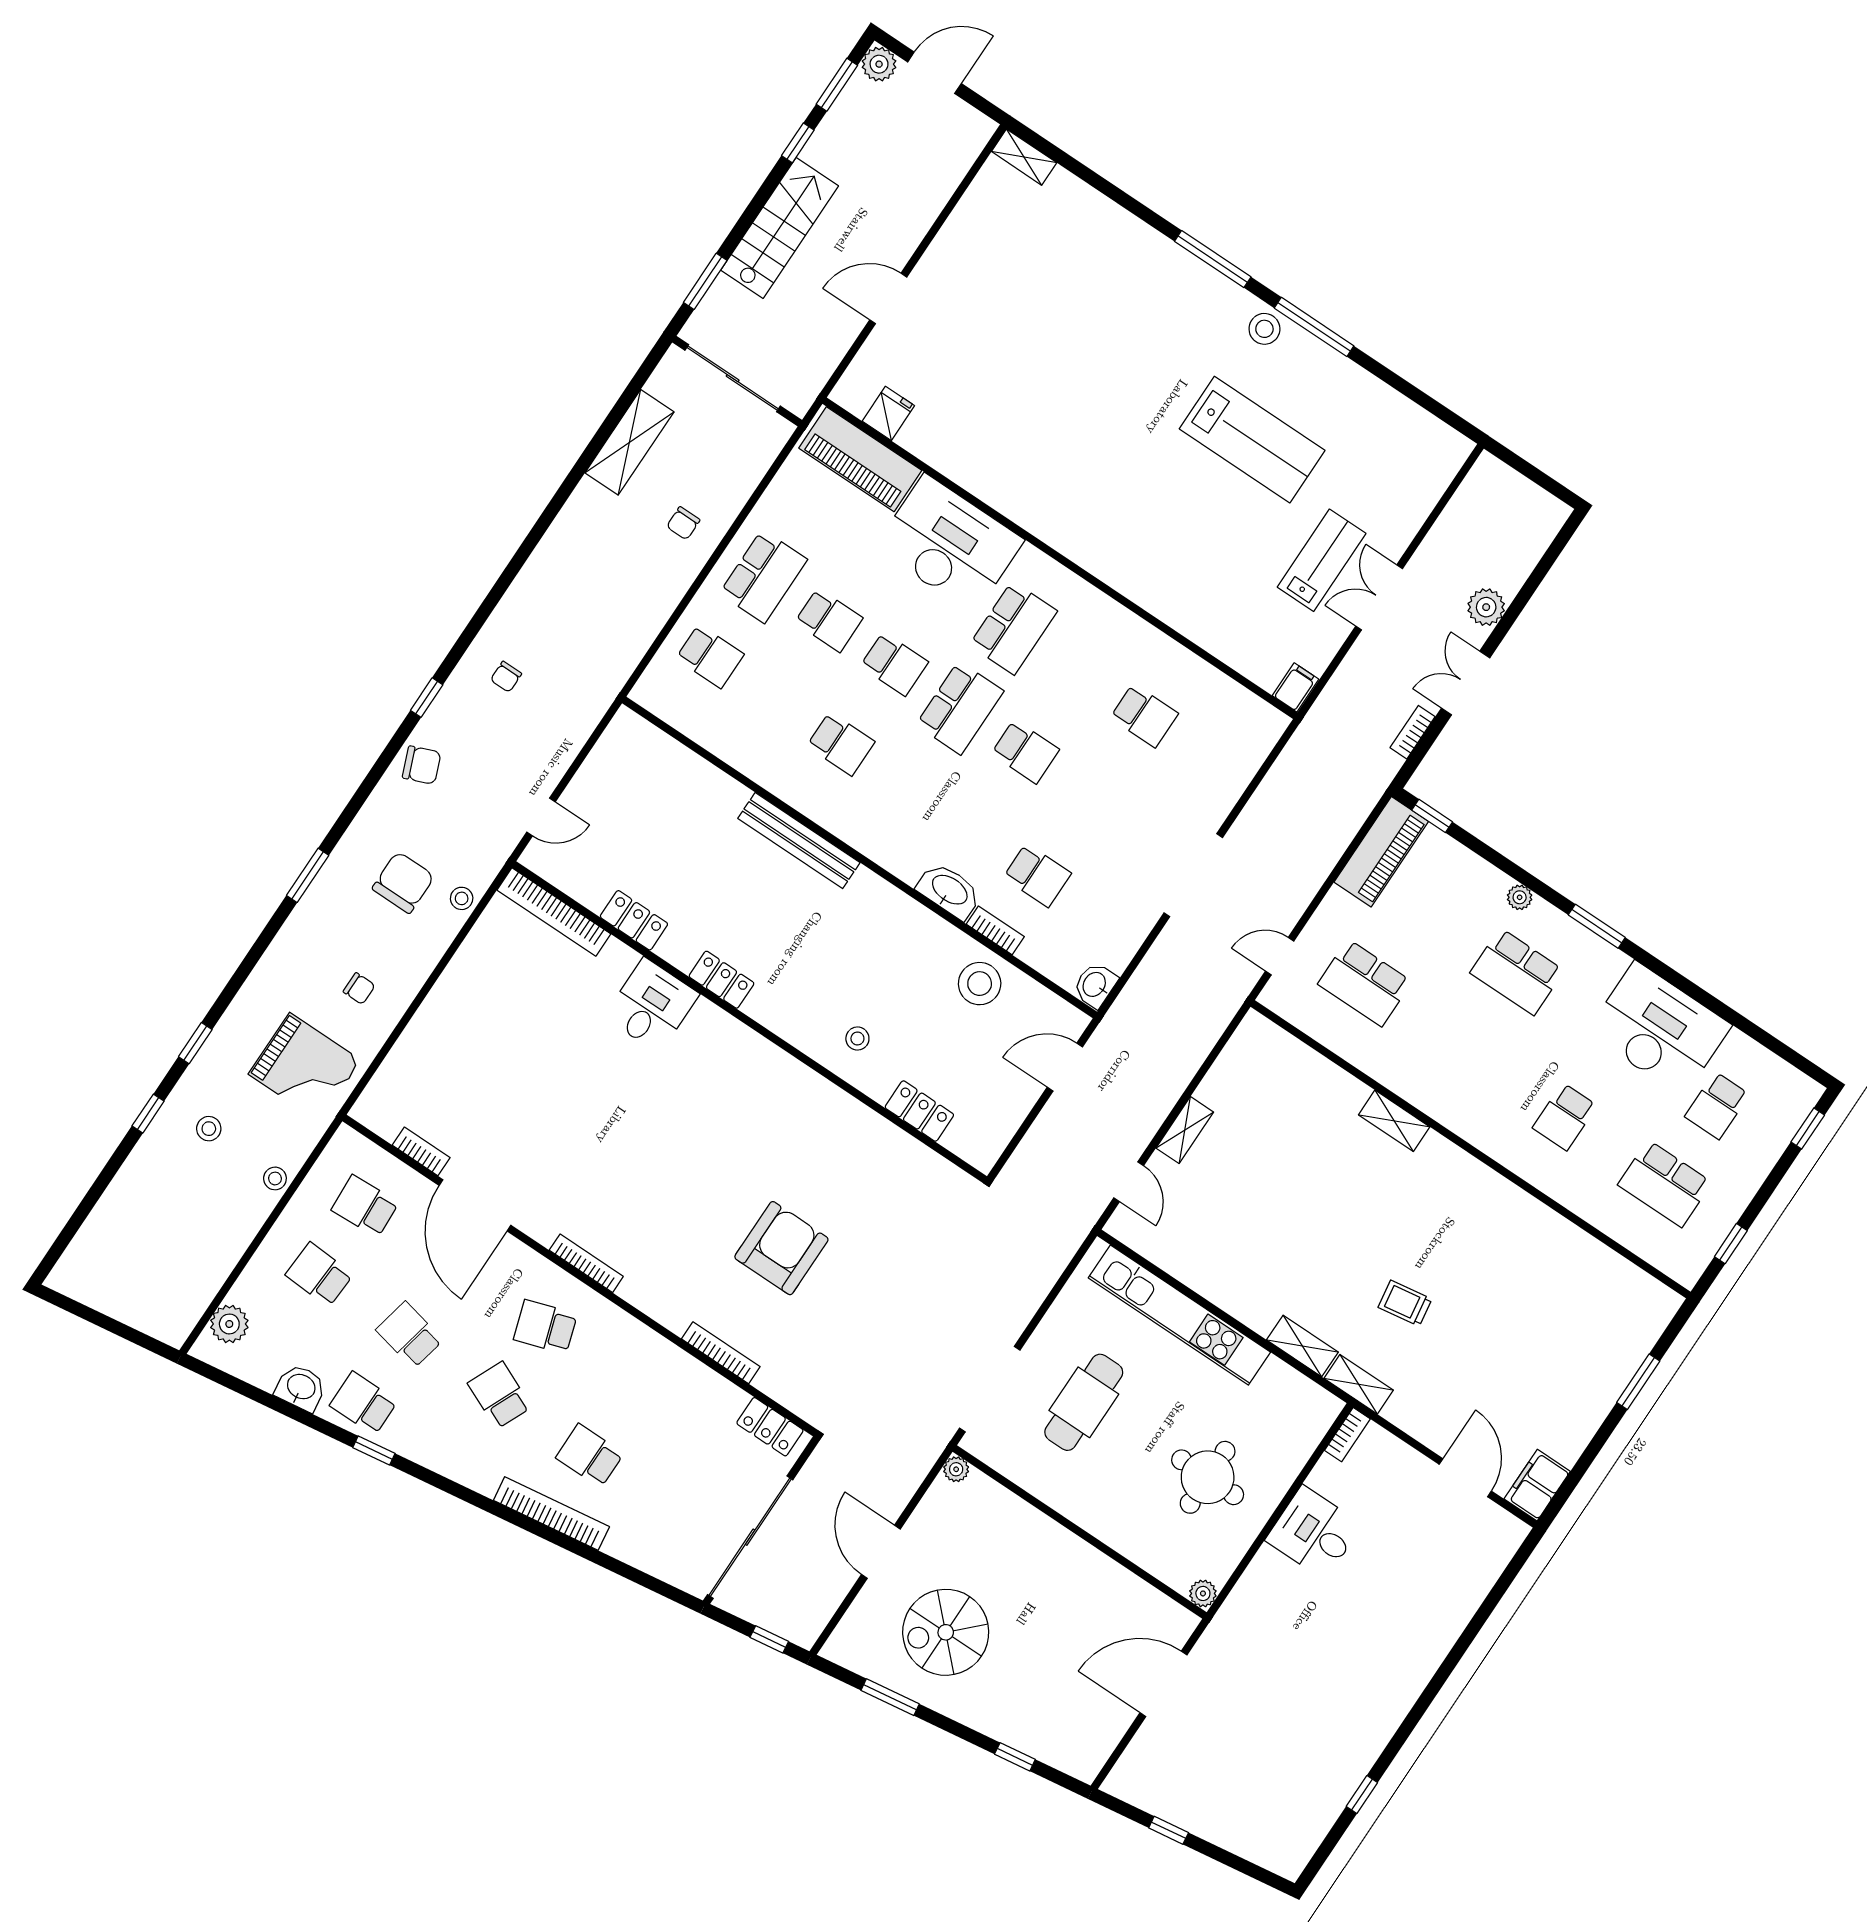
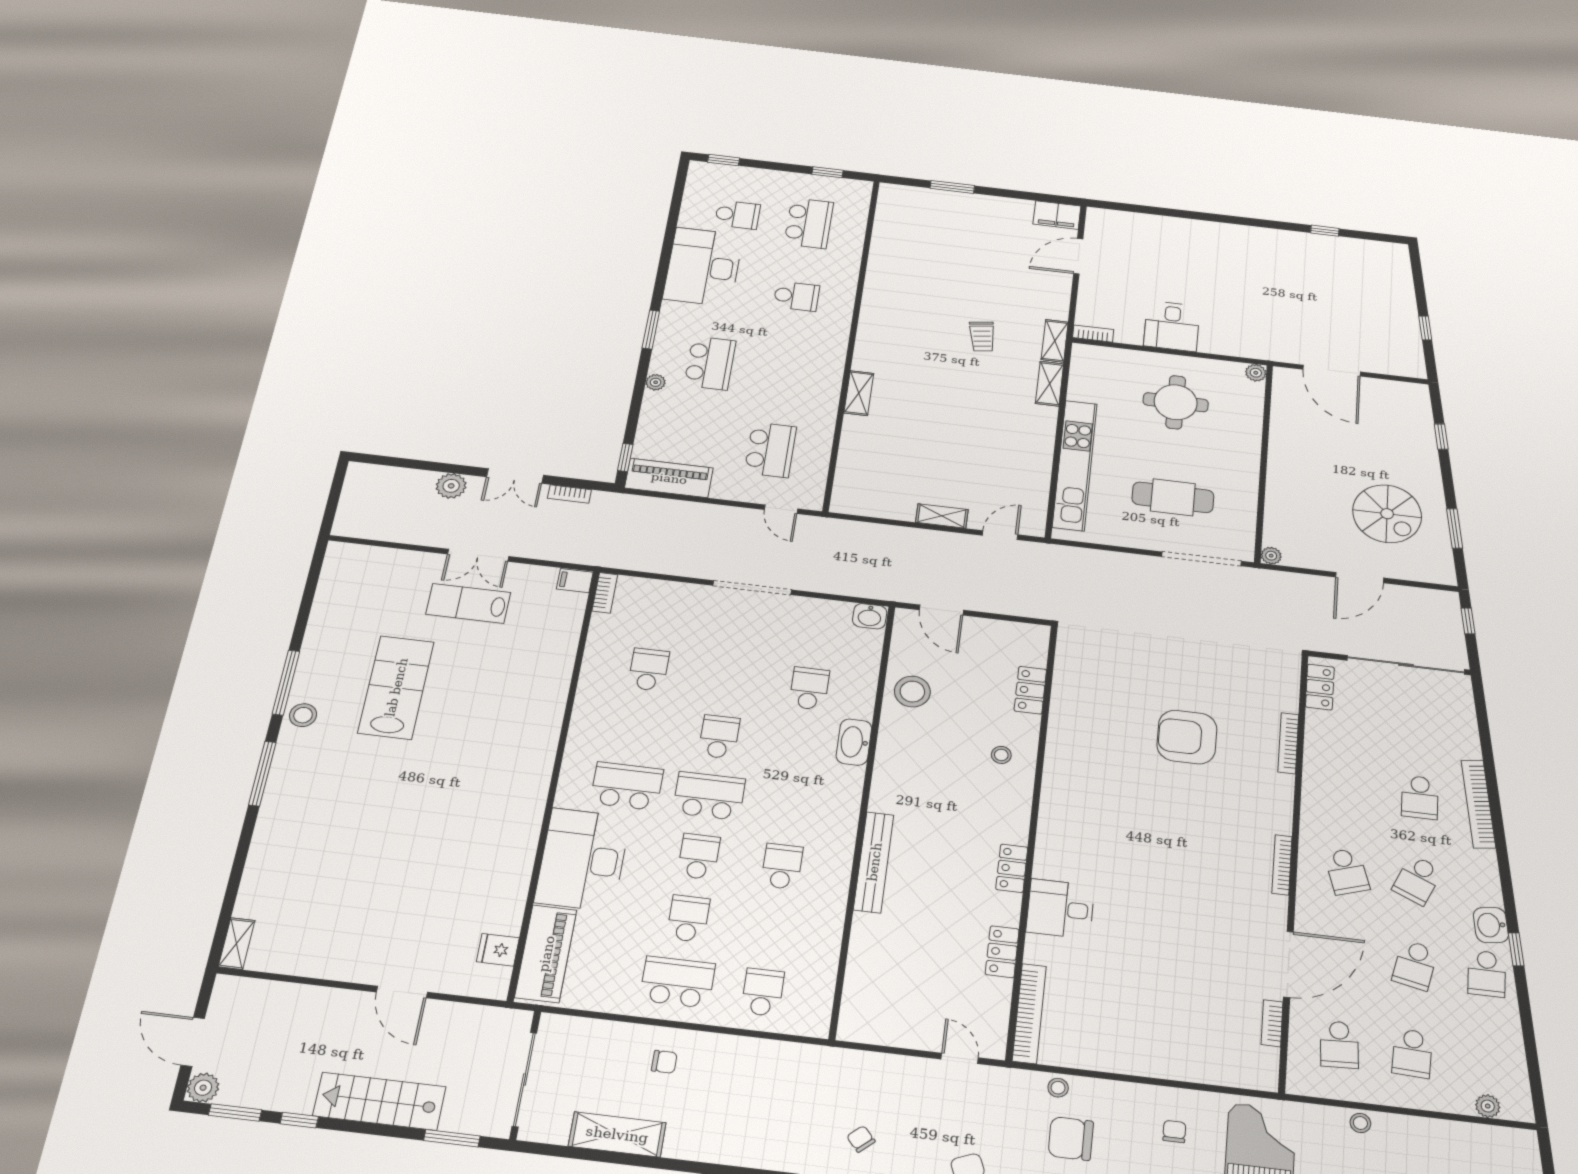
chair: (506, 677) -> (861, 1139), turned -131
bookcase: (995, 930) -> (605, 593), moved, turned 180
plant: (229, 1324) -> (1488, 1106), width x0.73, depth x0.73
washbasin: (301, 1388) -> (1491, 925), moved

